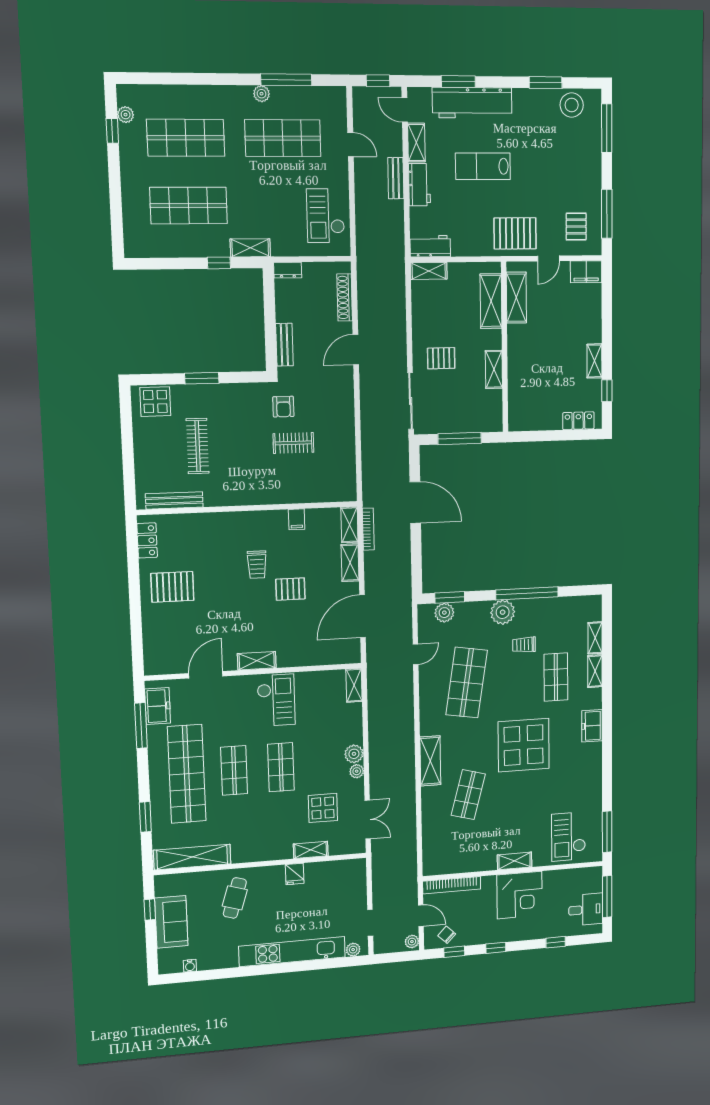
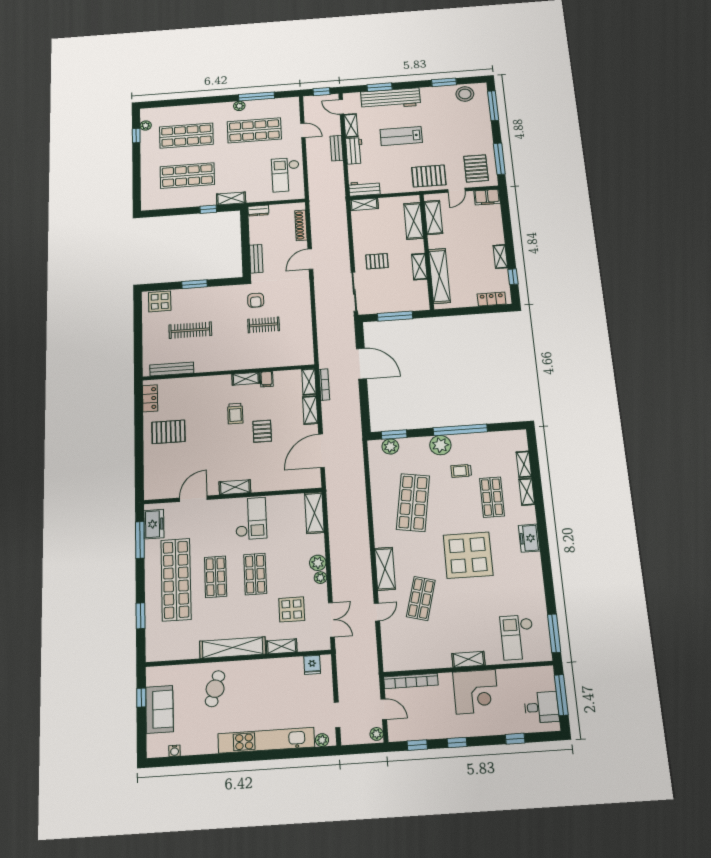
pallet: (576, 227) -> (476, 168), width x1.50, depth x1.42
shelving: (518, 384) -> (439, 276), added
clothes rail: (198, 446) -> (190, 330), turned 90
shelving: (270, 518) -> (246, 379), added
pallet: (290, 589) -> (262, 431), turned 90
door: (416, 654) -> (377, 612), moved
shelving: (354, 685) -> (314, 513), width x1.50, depth x1.33
shelving: (192, 857) -> (233, 648), moved
fridge: (295, 874) -> (312, 665), moved
chair: (447, 935) -> (409, 728), removed

